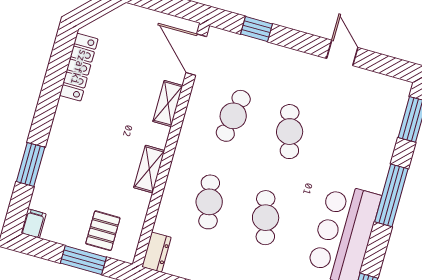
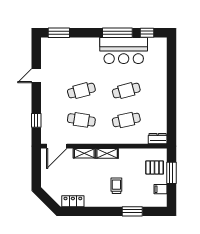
locker: (79, 67) -> (73, 201), width x0.66
trolley: (88, 148) -> (116, 186), added
shelving: (149, 169) -> (107, 153), moved
window: (391, 195) -> (117, 33), moved
filing cabinet: (34, 223) -> (160, 189), moved

